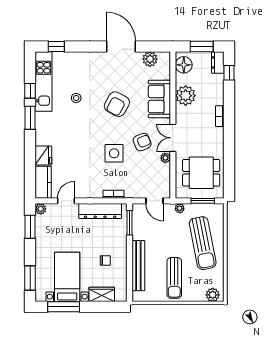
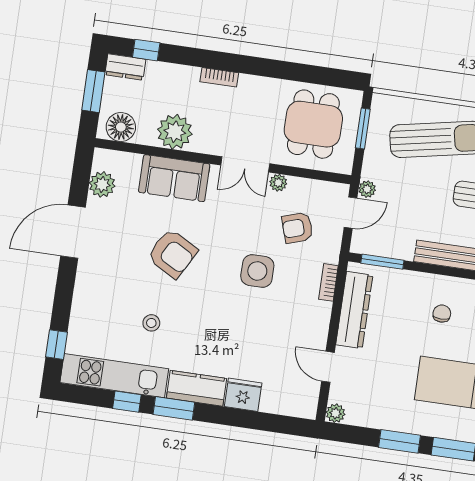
armchair: (142, 142) -> (297, 228), moved, turned -85
kitchen counter: (43, 182) -> (196, 388), moved
plant: (180, 208) -> (367, 189), moved
window: (30, 227) -> (400, 441), moved

